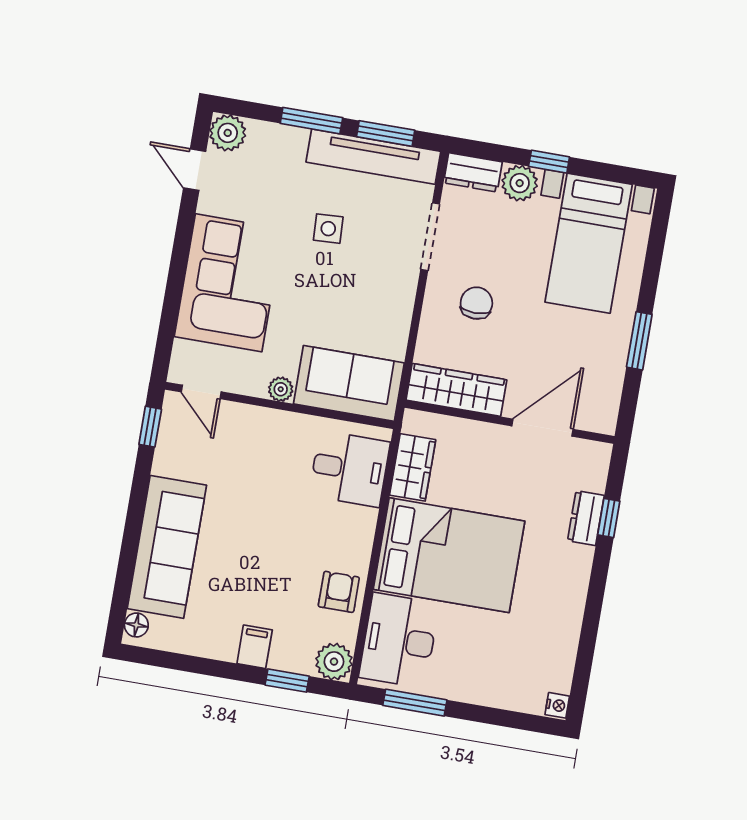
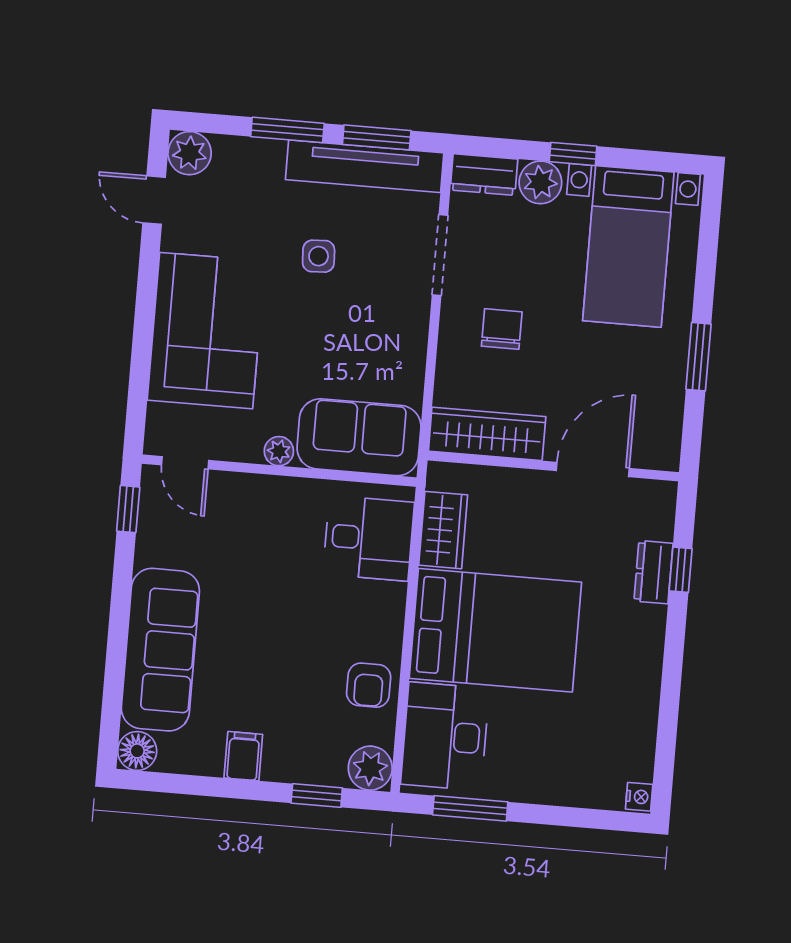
armchair: (339, 592) -> (369, 685), turned 180
floor lamp: (136, 625) -> (137, 751), width x1.37, depth x1.37
filing cabinet: (255, 647) -> (243, 756), moved

